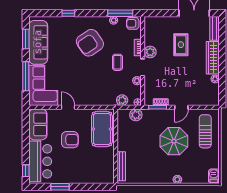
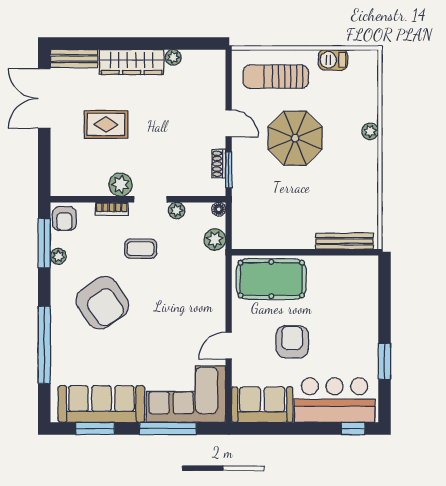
window: (68, 13) -> (44, 345), width x3.17
plant: (136, 115) -> (244, 213), removed
barbecue: (214, 176) -> (333, 60), moved

